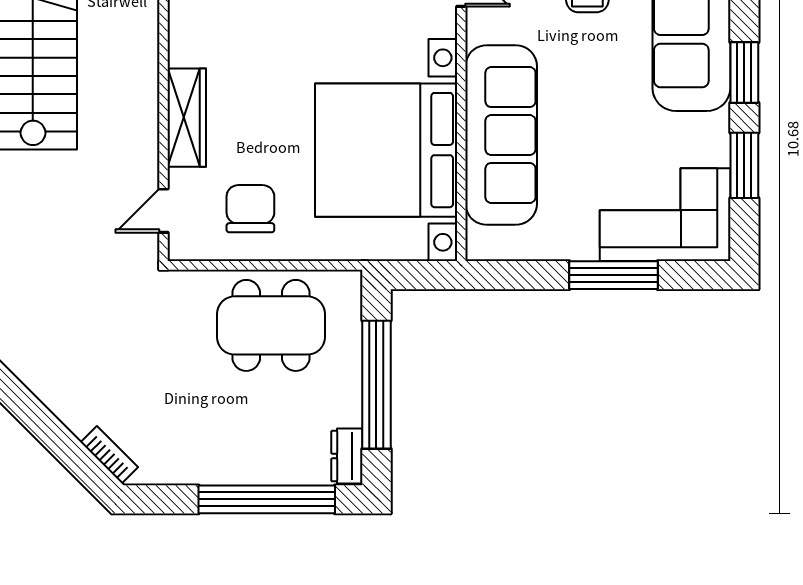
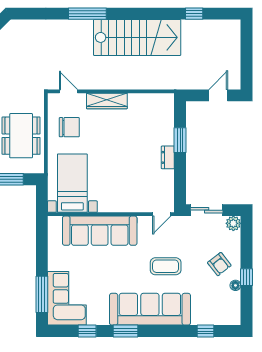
bed with nightstands: (386, 150) -> (72, 183), width x0.54
window: (744, 165) -> (87, 331), width x0.67
window: (613, 275) -> (42, 294), moved

